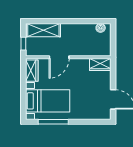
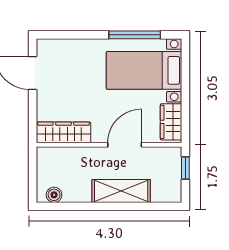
shelving: (43, 30) -> (121, 191), moved
wardrobe: (100, 64) -> (63, 132), width x1.50

